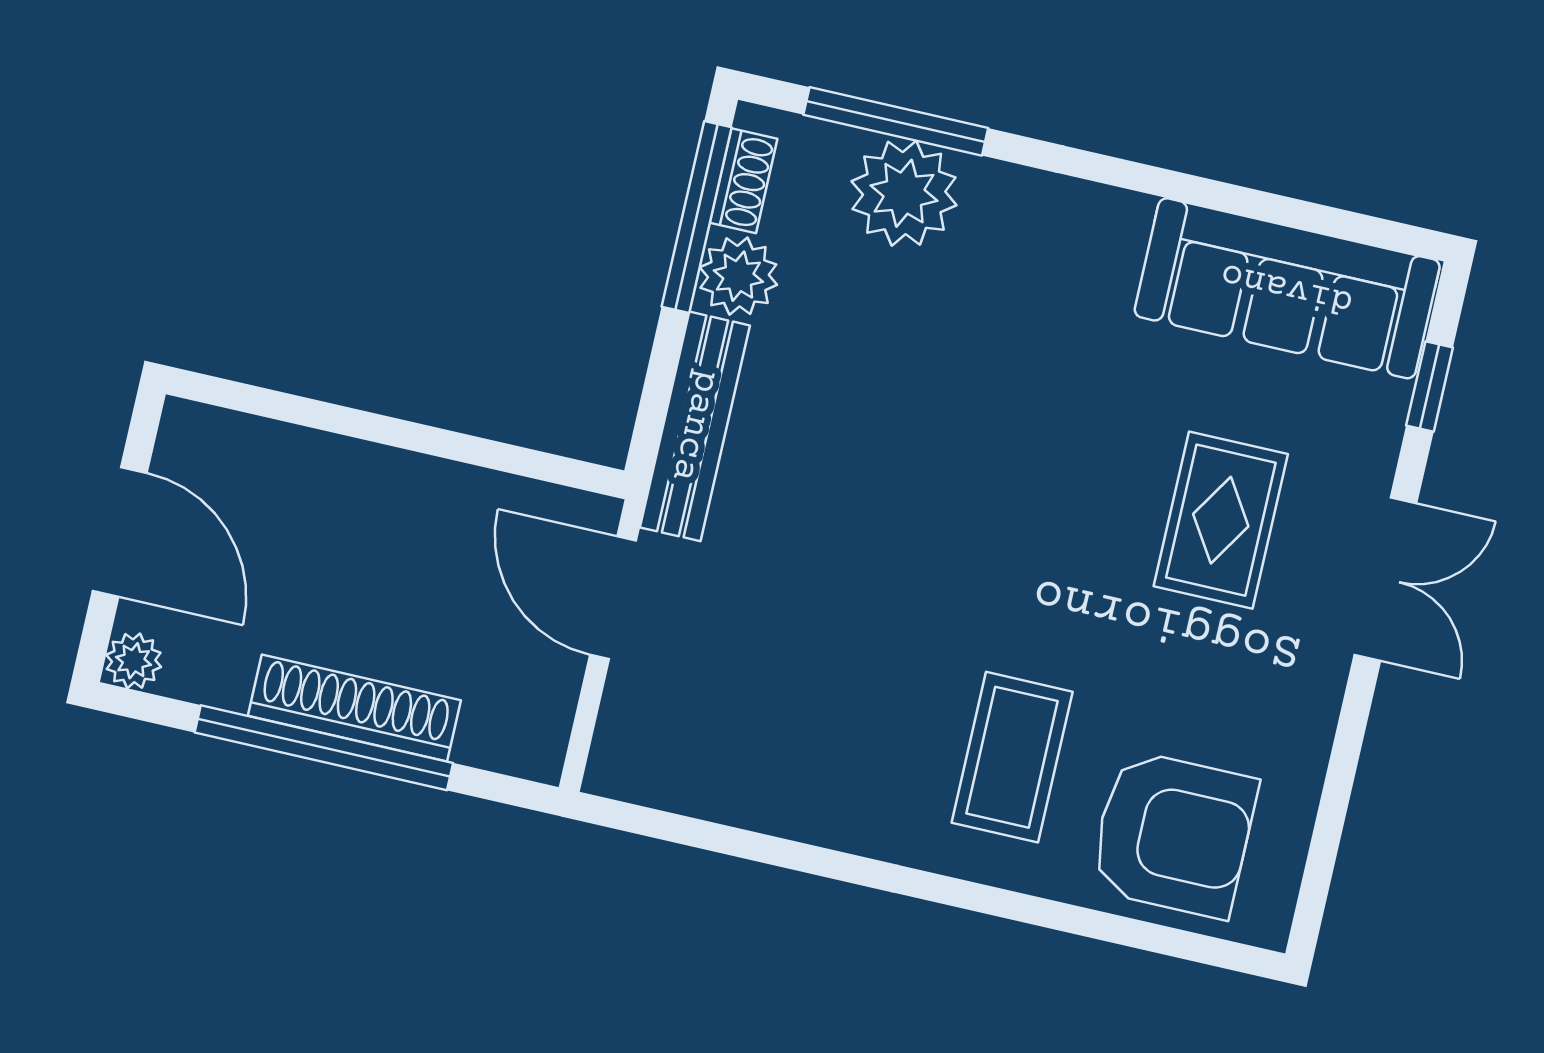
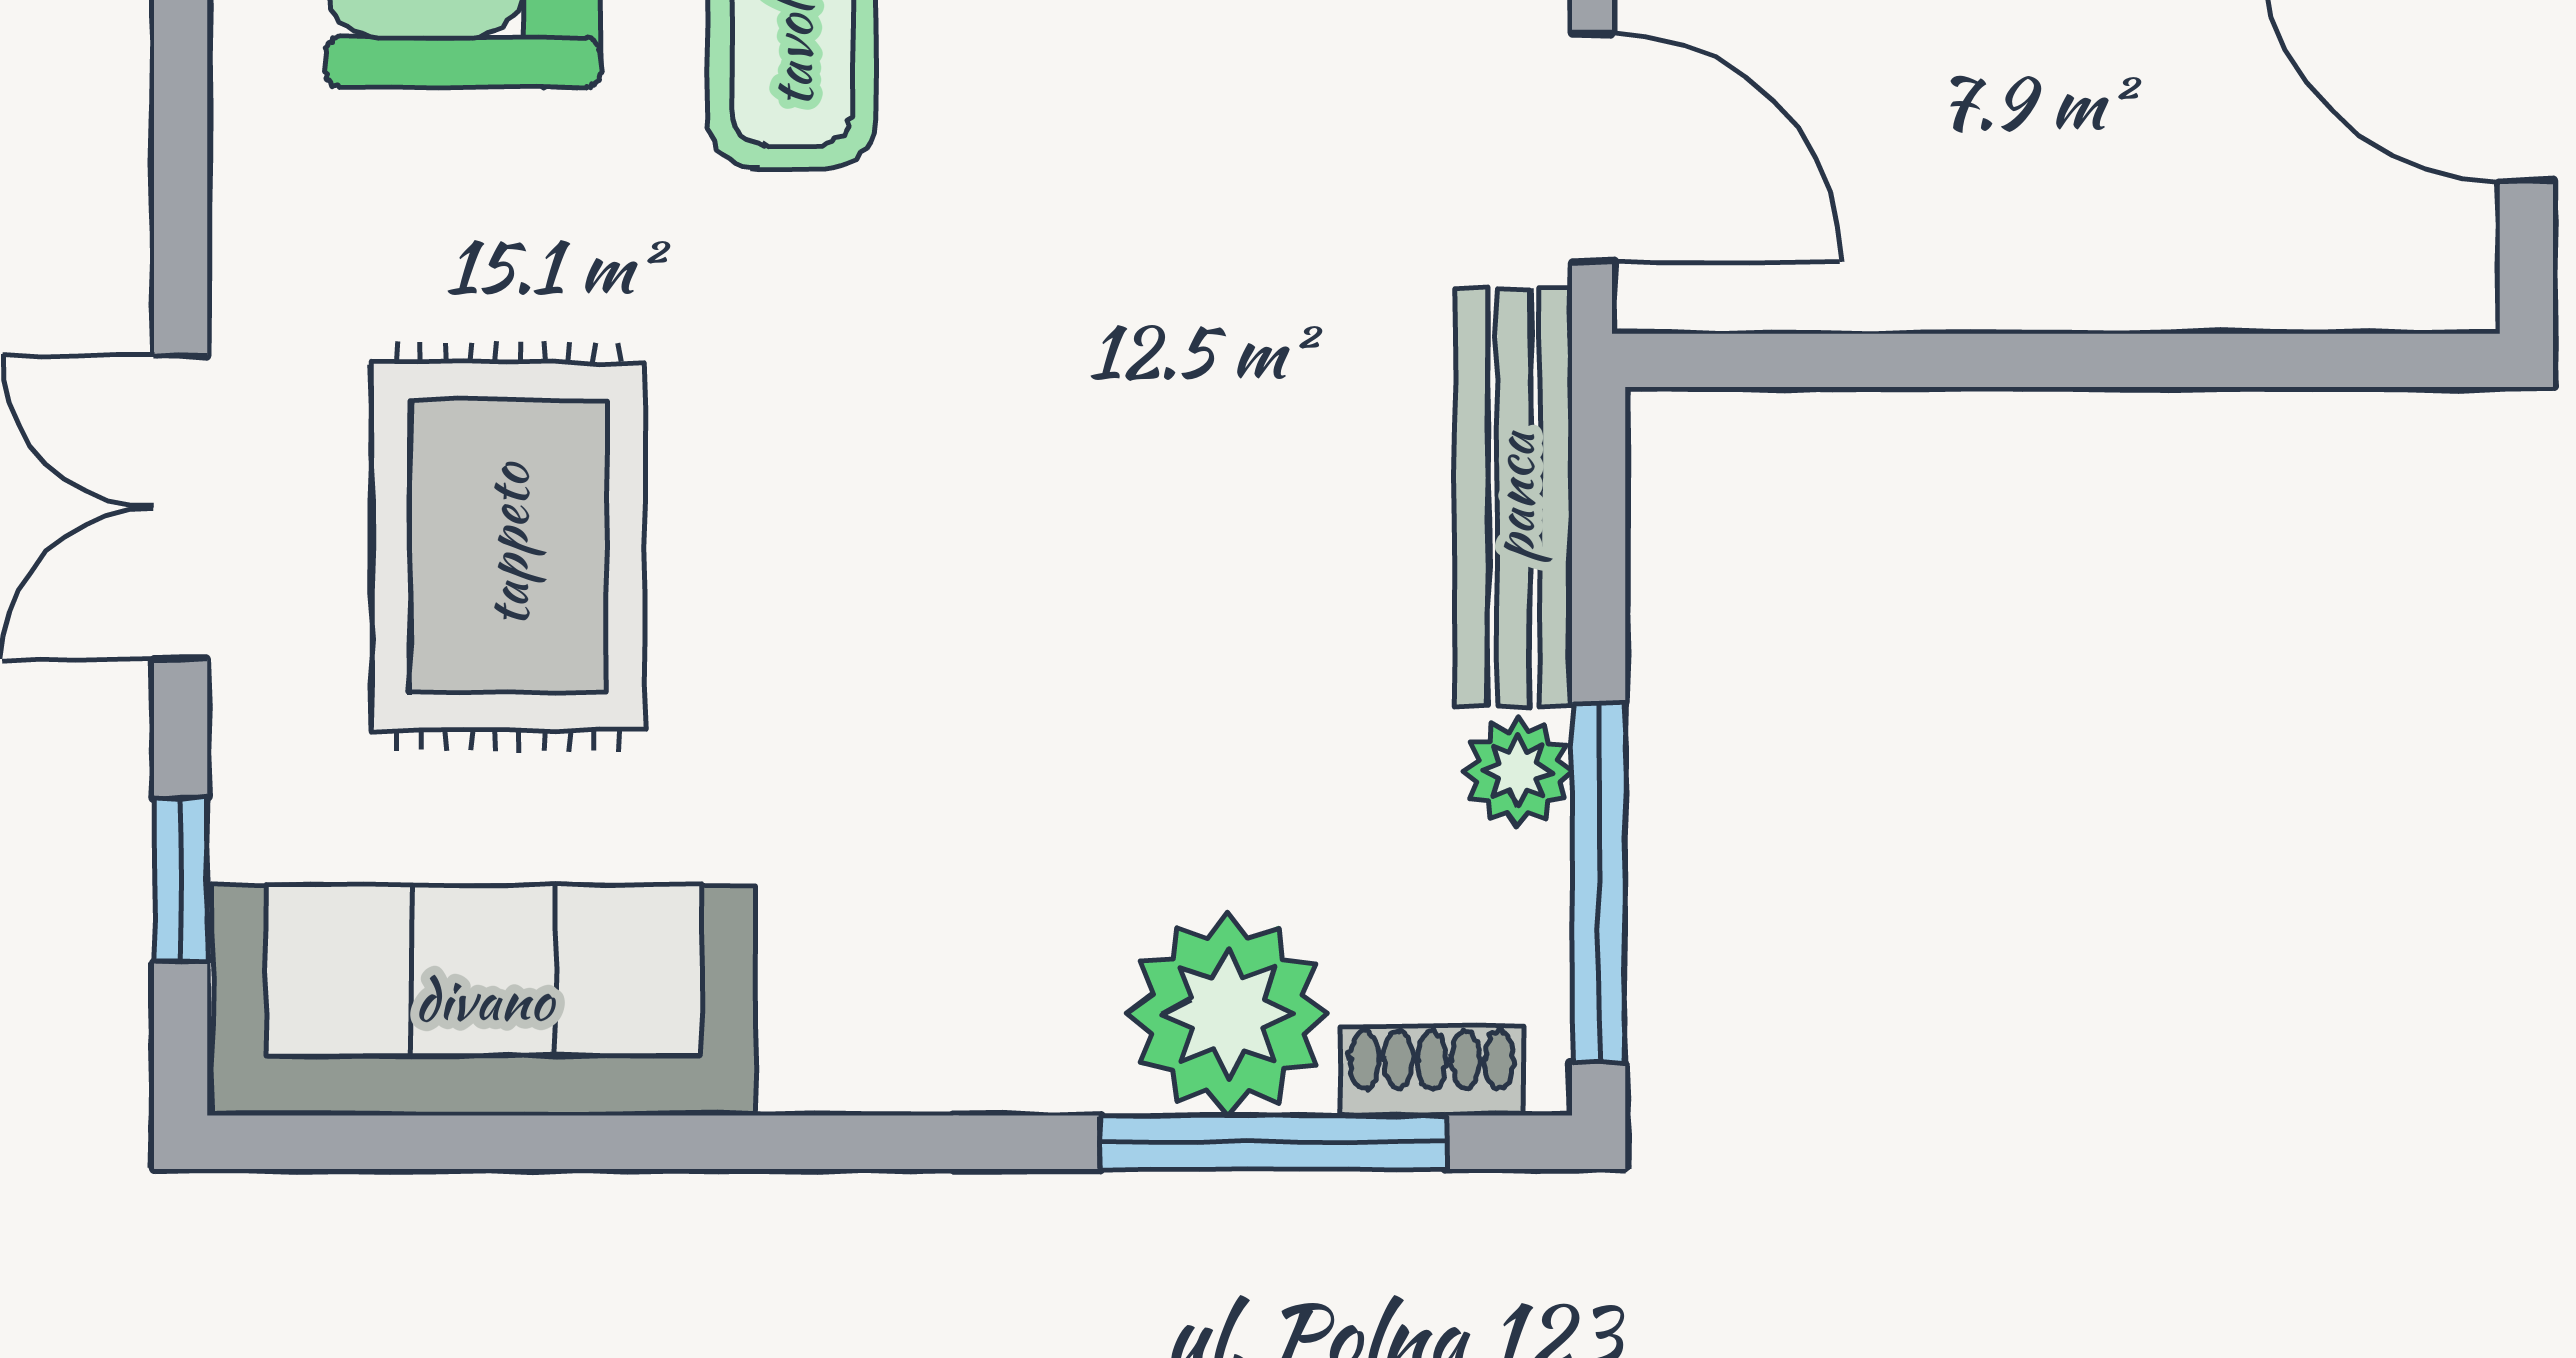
shoe rack: (744, 181) -> (1432, 1071), moved, turned 90
plant: (738, 276) -> (1518, 771), width x0.73, depth x0.73
rug: (1221, 520) -> (508, 546), width x1.36, depth x1.43

